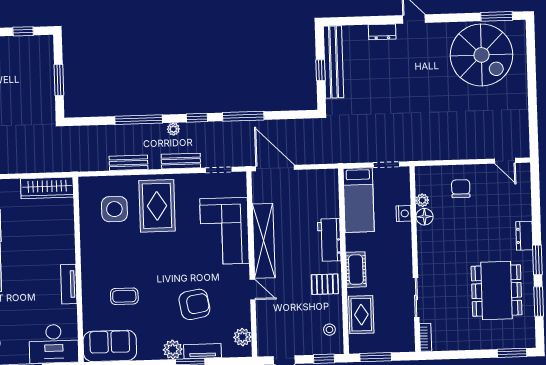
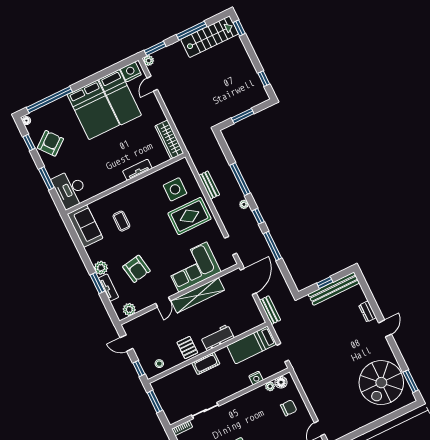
bench: (181, 161) -> (270, 310), moved
floor lamp: (425, 217) -> (281, 382), moved
tv unit: (69, 284) -> (137, 170), moved
rug: (361, 315) -> (178, 380), removed

